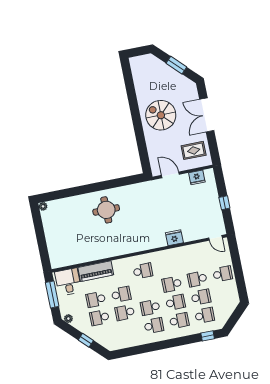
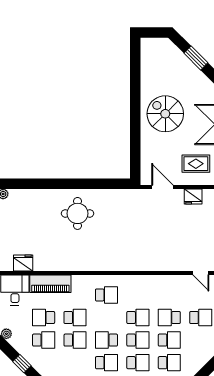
fridge: (174, 238) -> (23, 263), moved
school desk: (172, 284) -> (138, 318), turned 180
school desk: (125, 313) -> (75, 340), turned 180
school desk: (99, 318) -> (44, 340), turned 180

